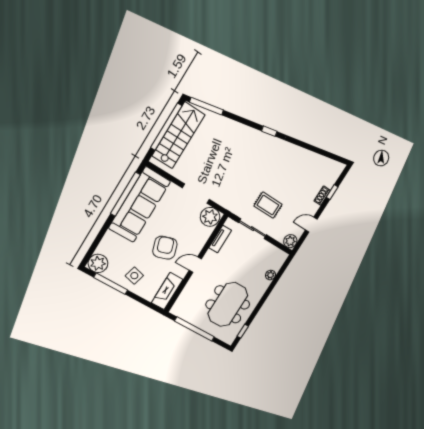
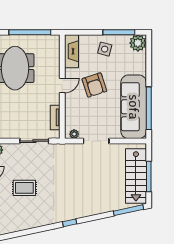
window: (166, 127) -> (149, 176), width x0.68
rug: (268, 205) -> (24, 188), moved
plant: (210, 217) -> (74, 134), width x0.53, depth x0.53

